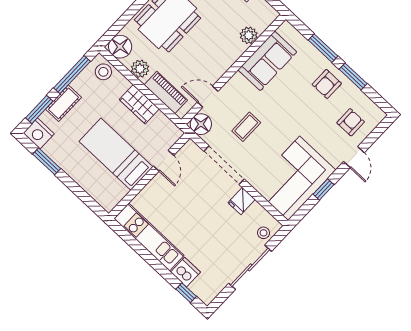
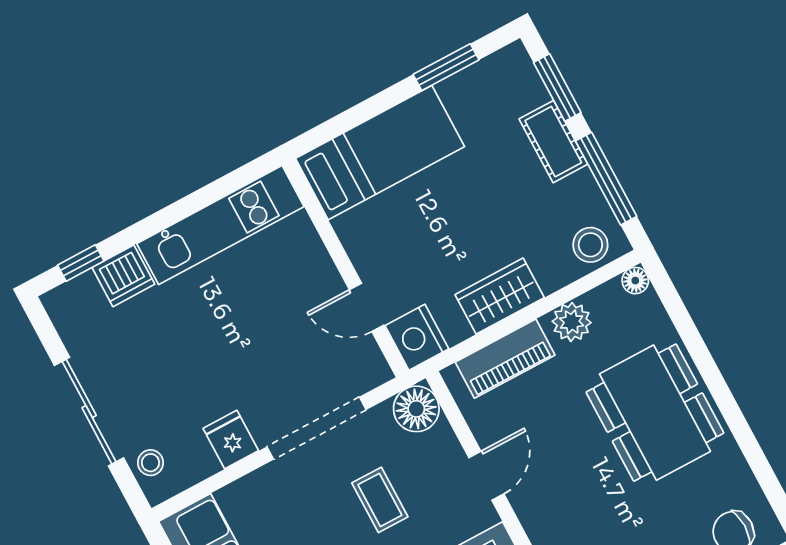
floor lamp: (120, 47) -> (635, 281), width x0.53, depth x0.53
door: (208, 97) -> (486, 476), moved
nightstand: (39, 133) -> (417, 337), moved, turned -90
bed: (116, 154) -> (380, 153), moved

